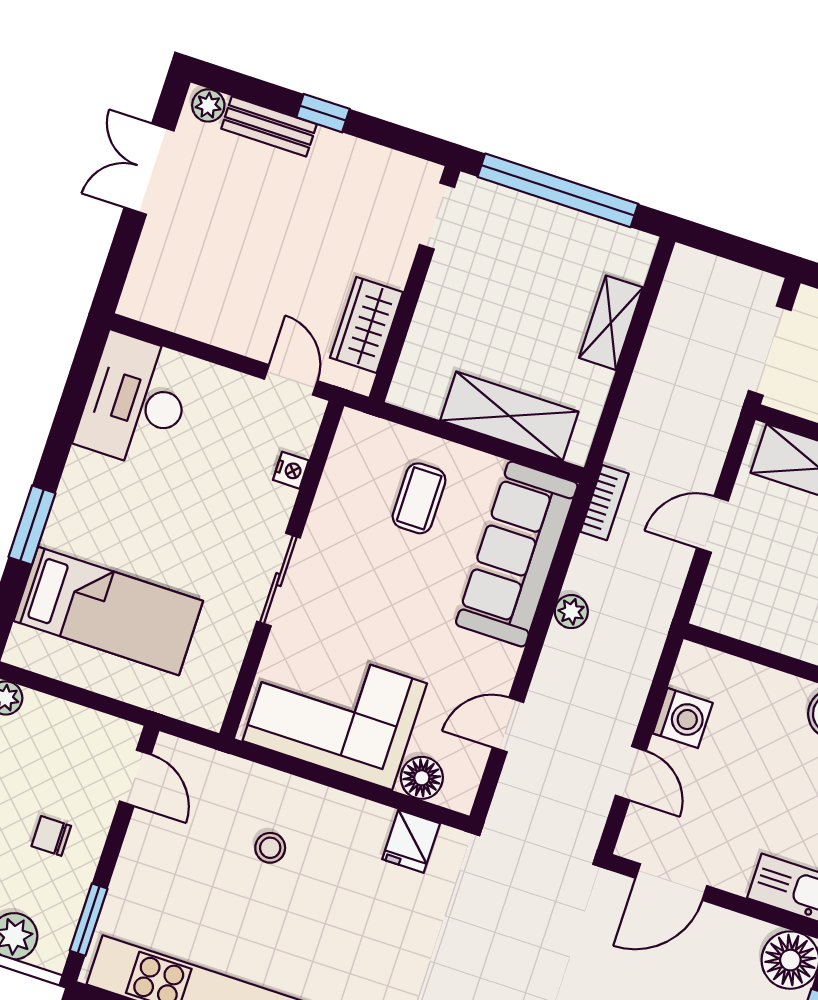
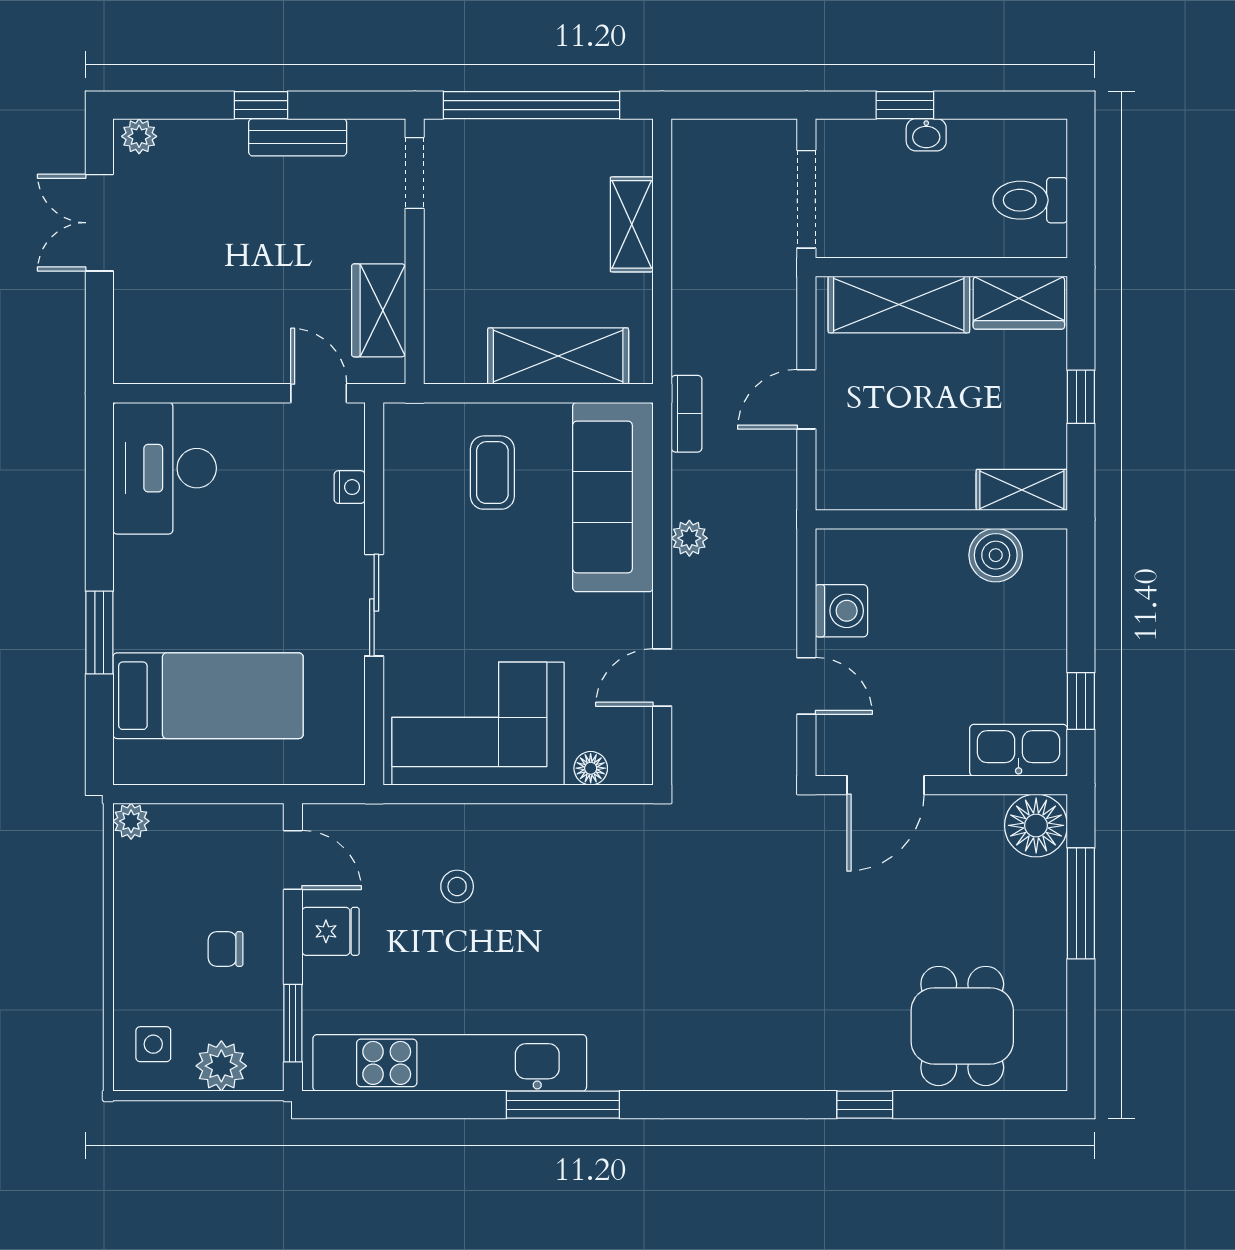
bench: (269, 126) -> (298, 137), moved
floor lamp: (422, 778) -> (591, 768), width x0.73, depth x0.73
fridge: (411, 841) -> (331, 931), moved, turned -90

